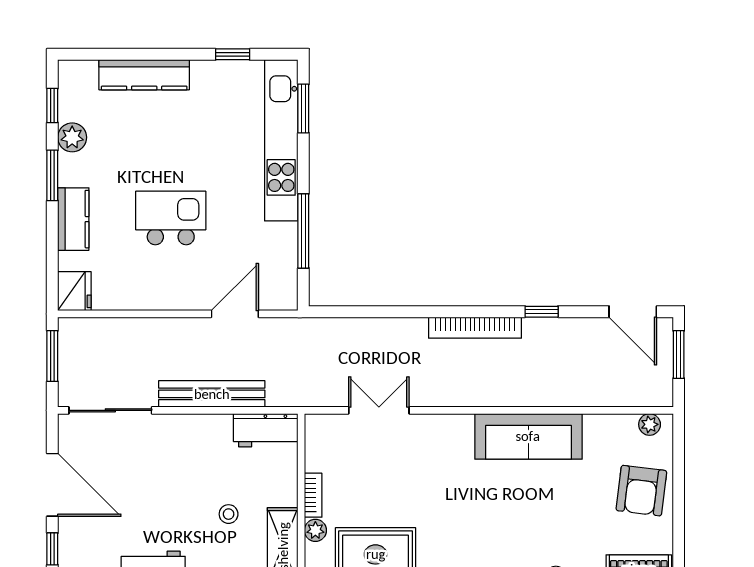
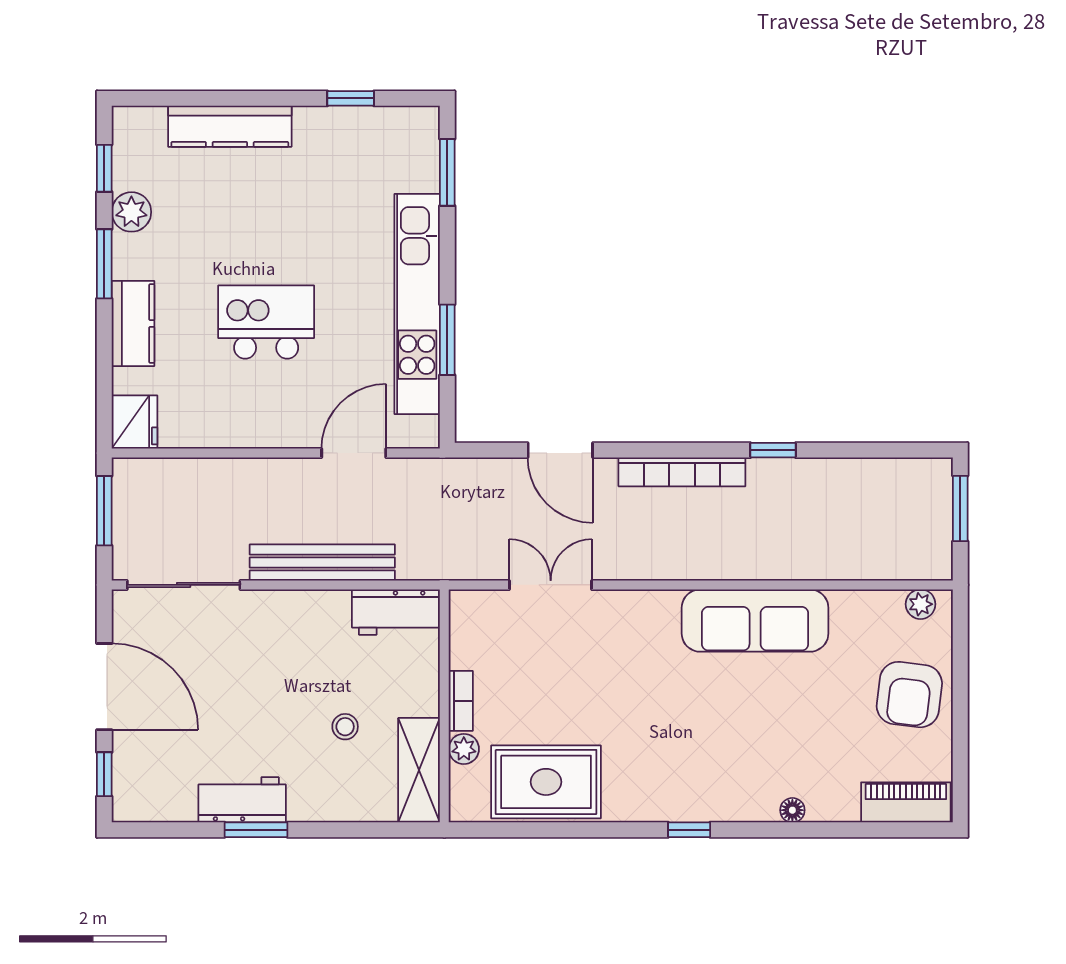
kitchen unit: (281, 140) -> (417, 304), moved
window: (303, 231) -> (447, 340), width x0.69
door: (633, 312) -> (560, 450), moved

